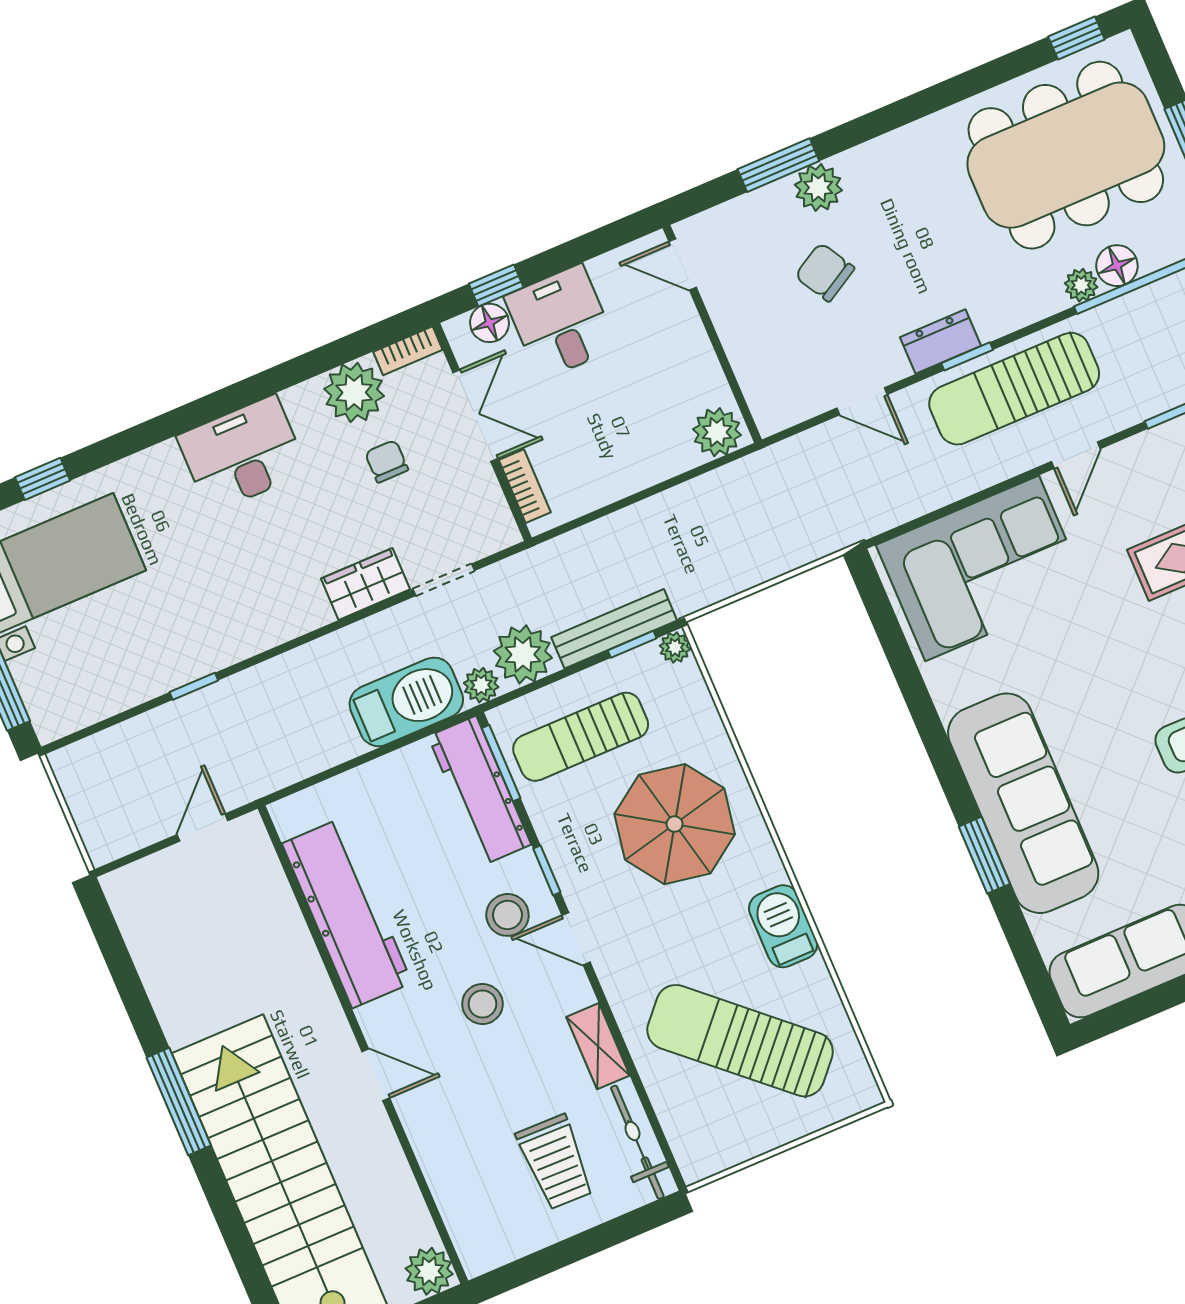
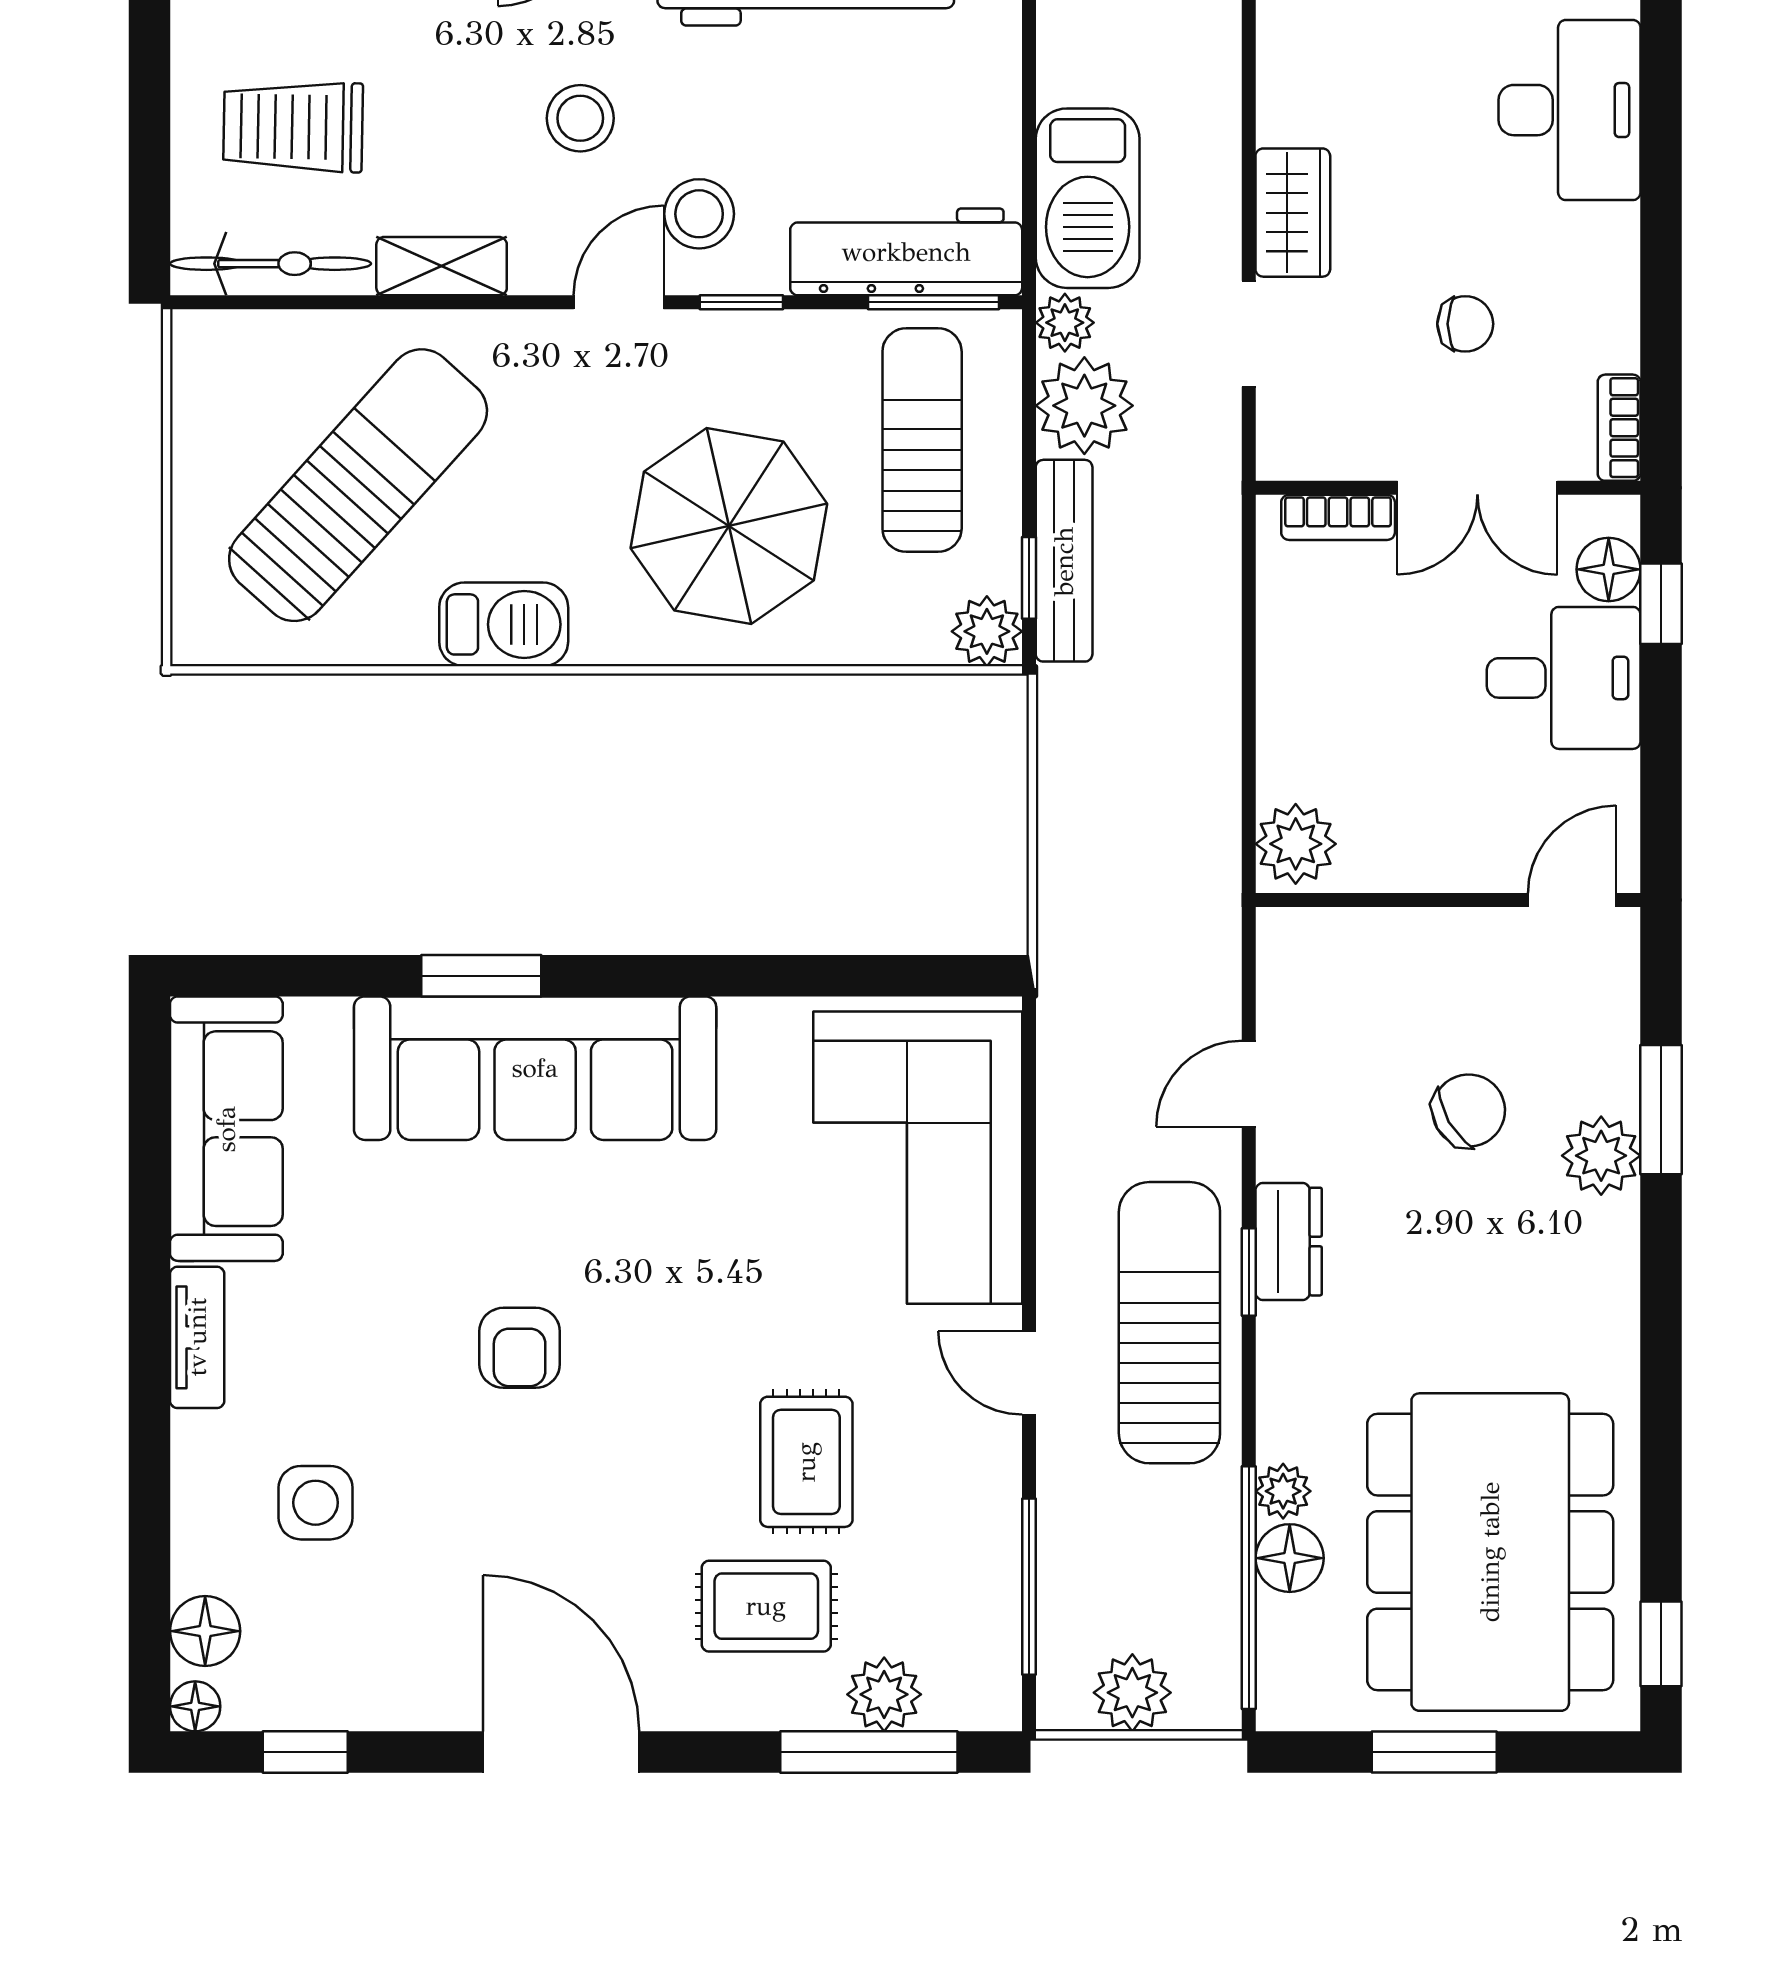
plant: (354, 392) -> (1591, 319), removed
plant: (675, 647) -> (987, 631), width x1.38, depth x1.38

